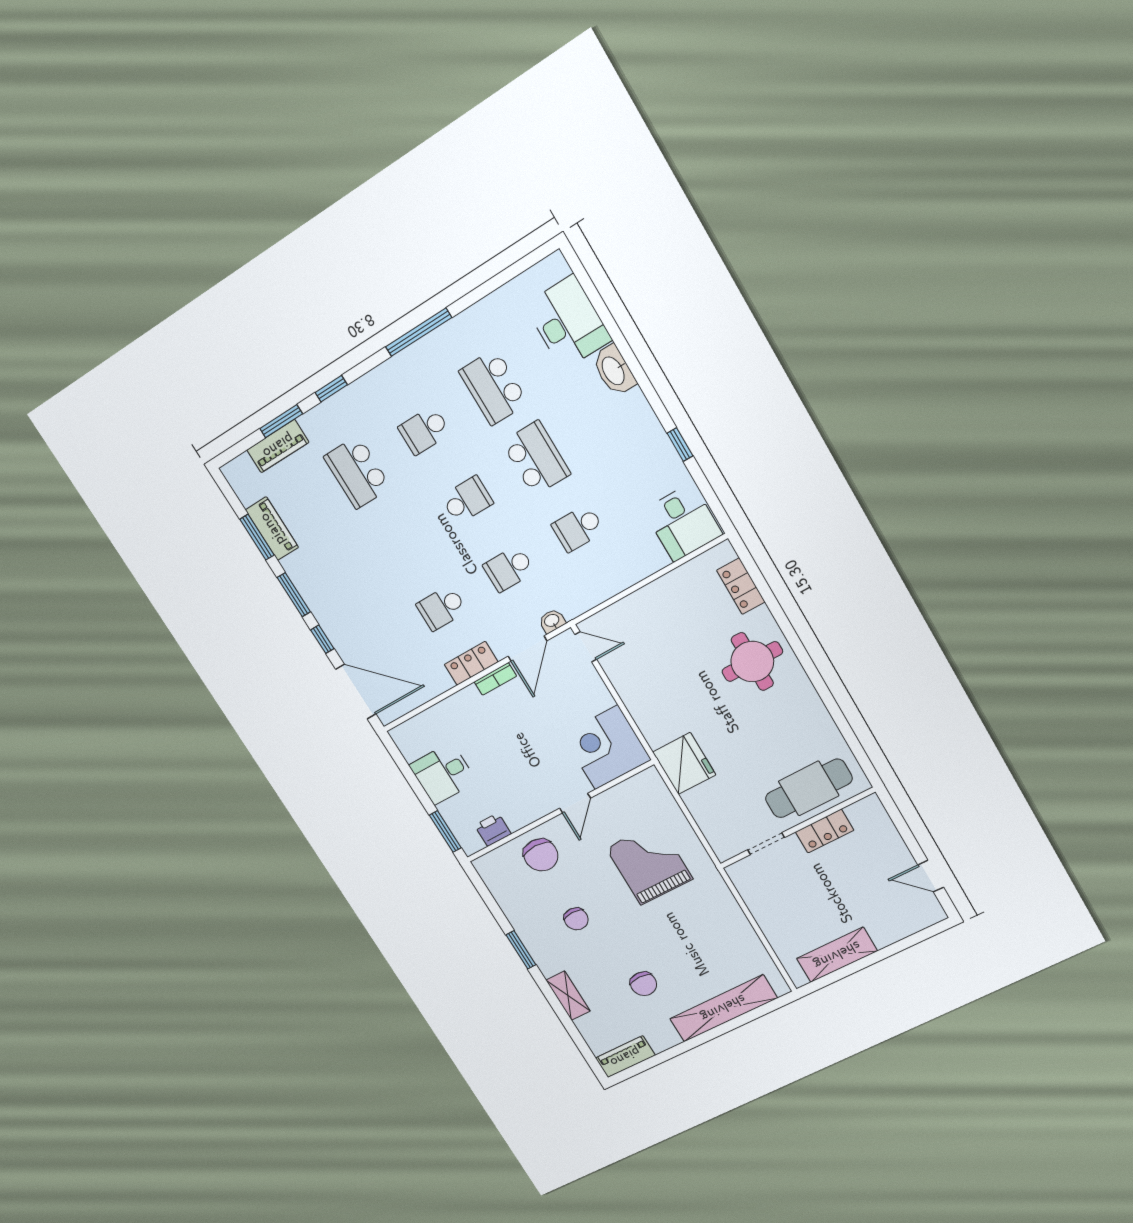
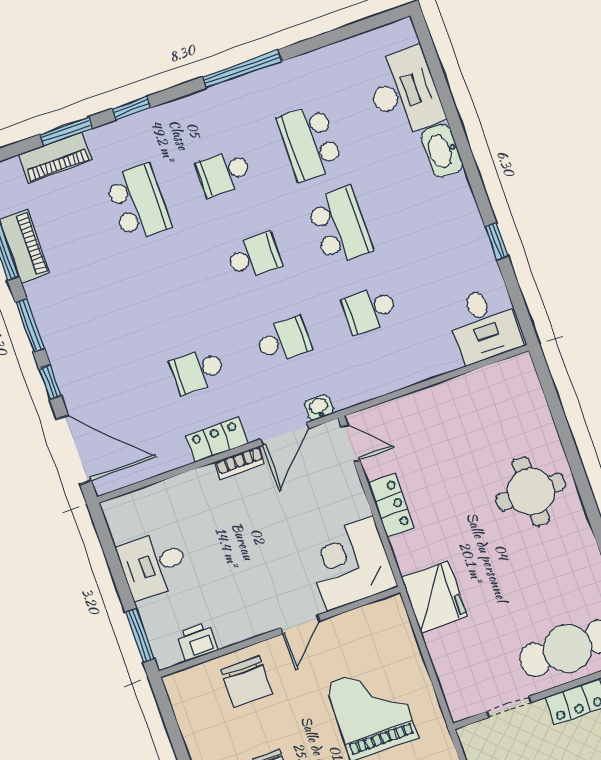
school desk: (357, 472) -> (138, 203), turned 180
school desk: (509, 569) -> (283, 340), turned 180
locker: (741, 586) -> (391, 505), moved, turned 180

